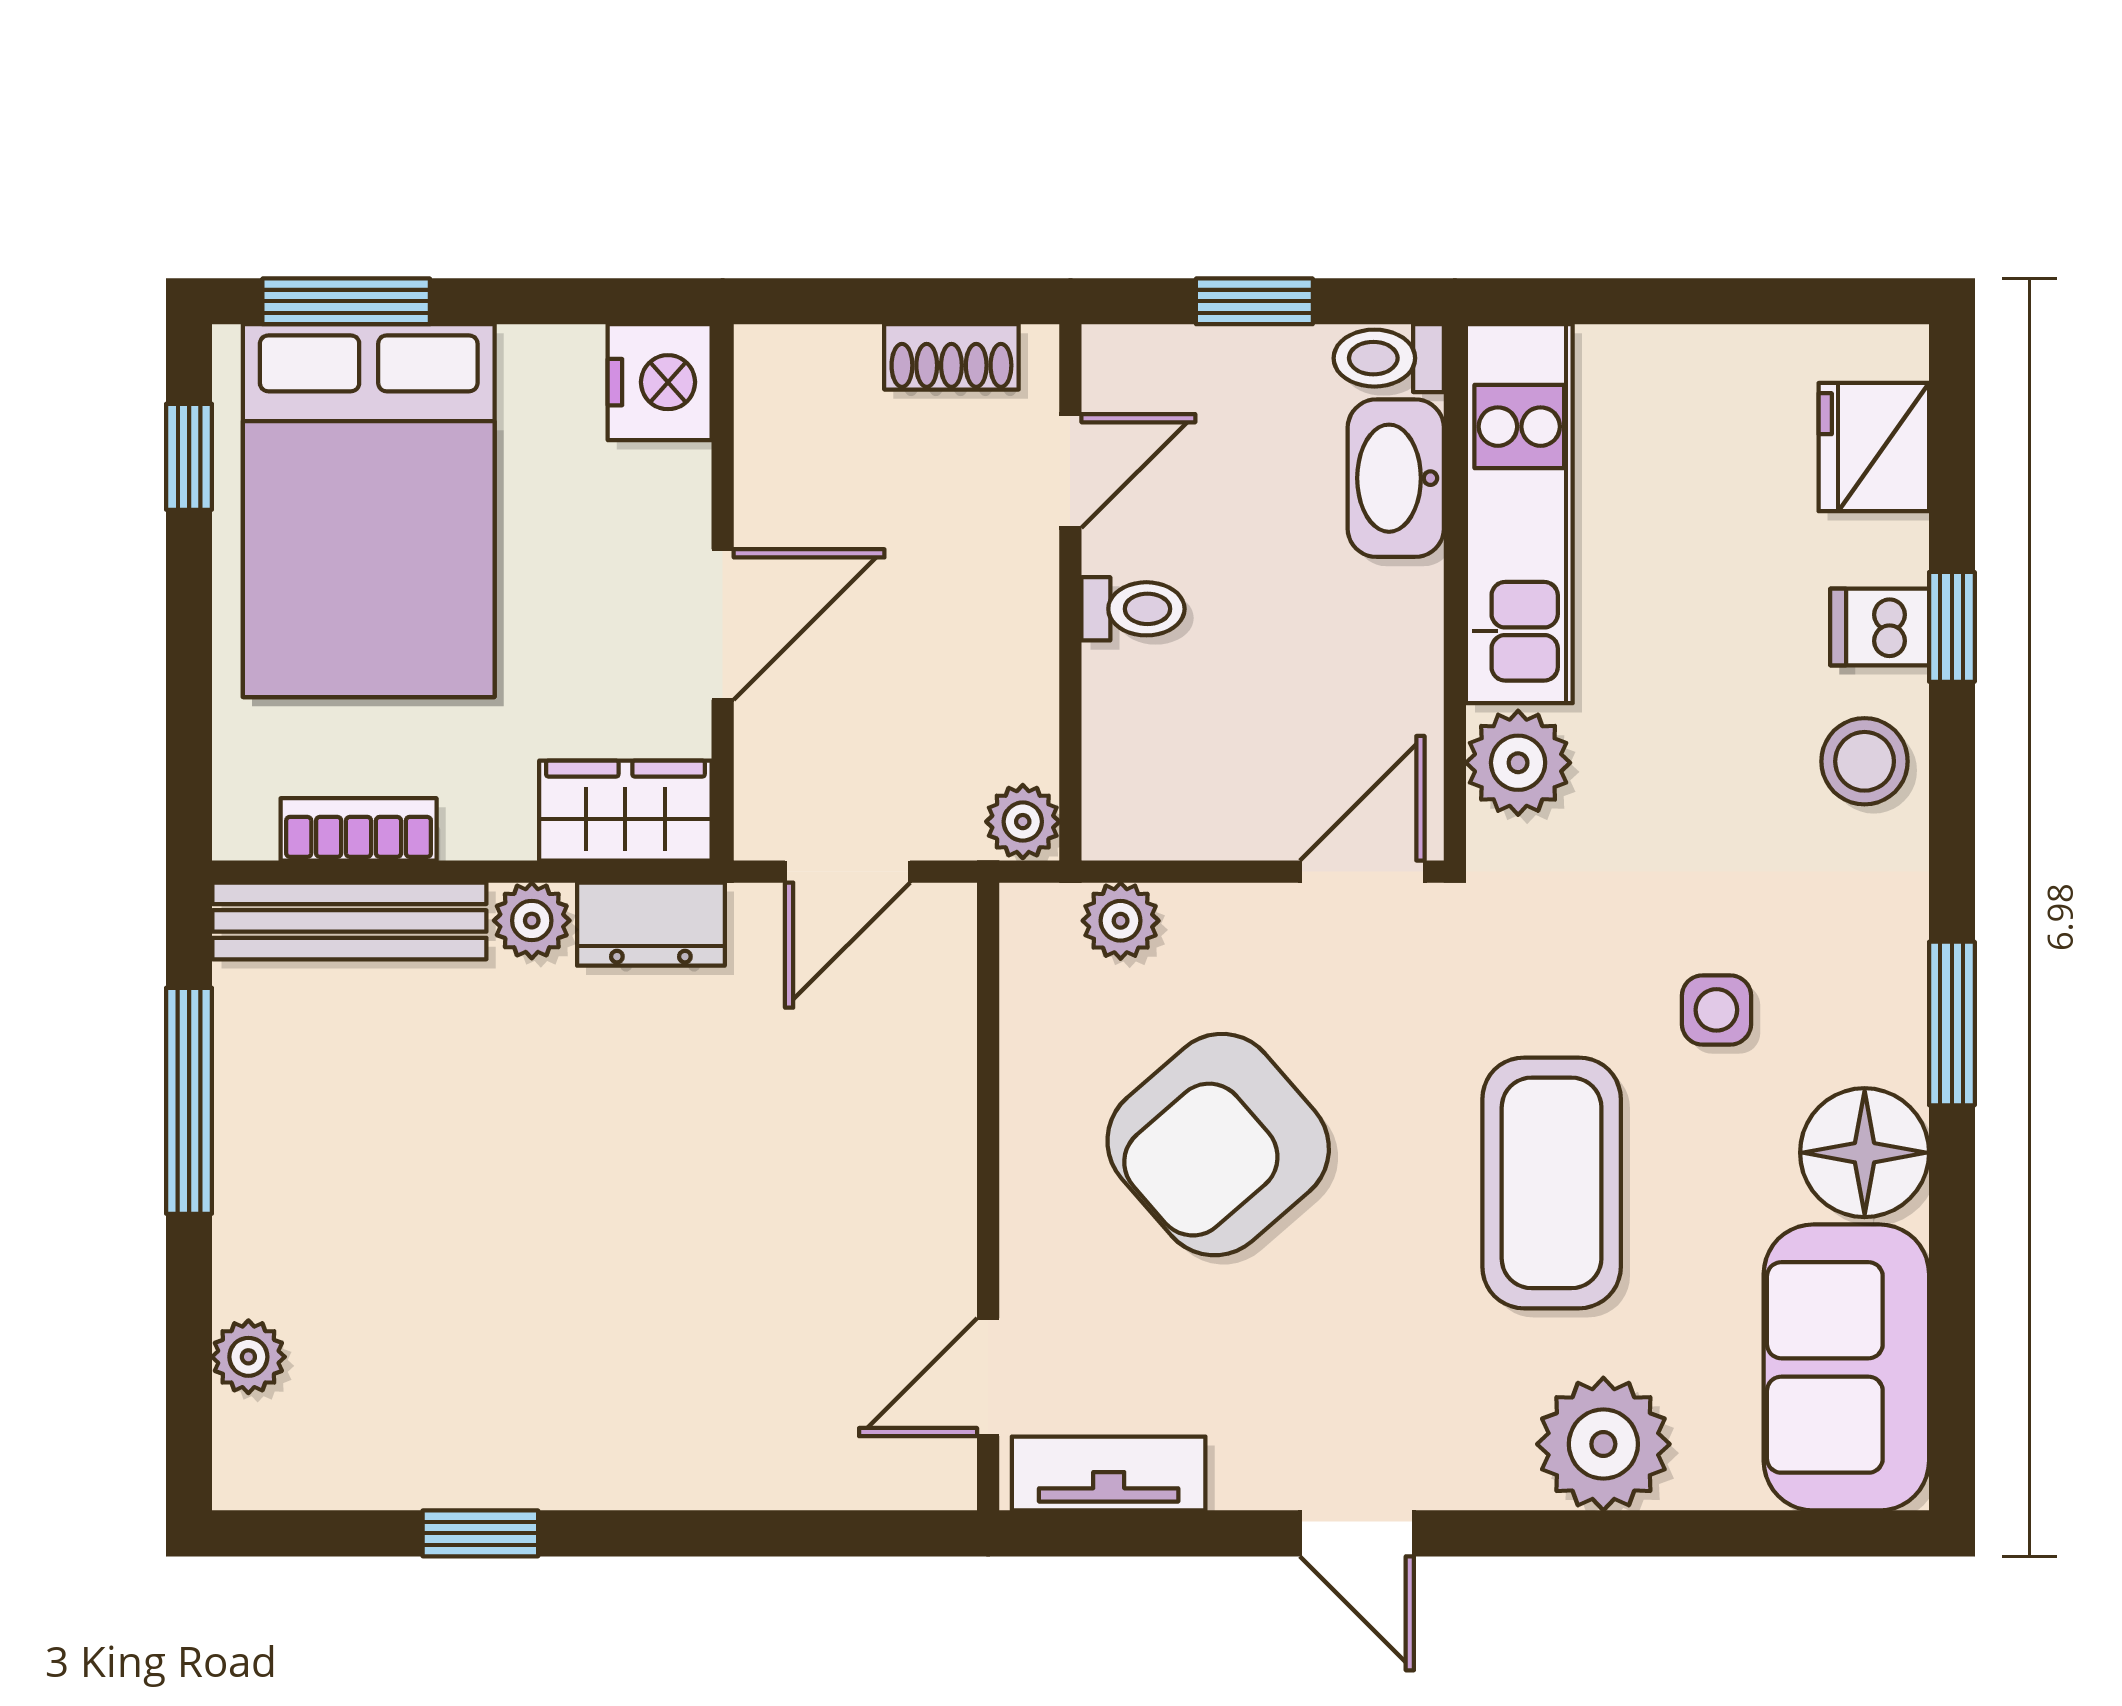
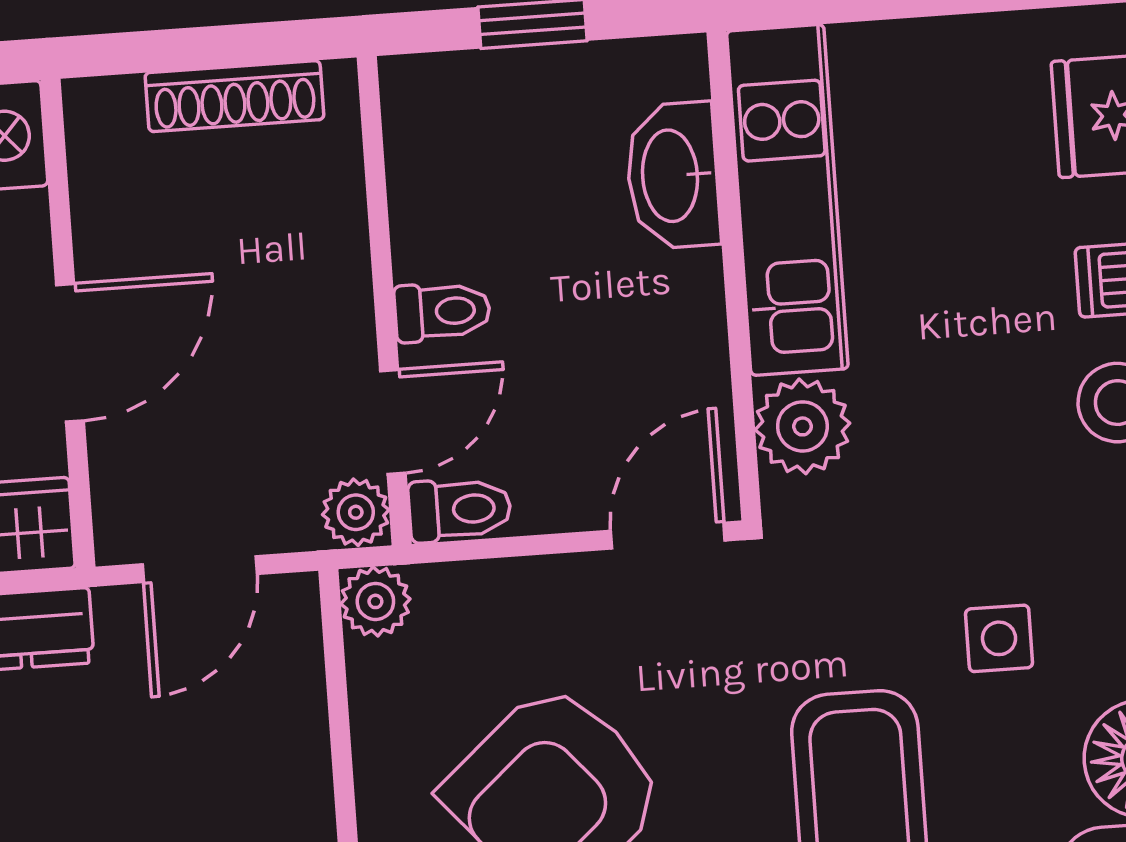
shoe rack: (951, 357) -> (234, 96), width x1.43
toilet: (1389, 358) -> (460, 509), moved, turned 180
door: (1070, 471) -> (393, 422), moved
plant: (1121, 921) -> (375, 601), moved

